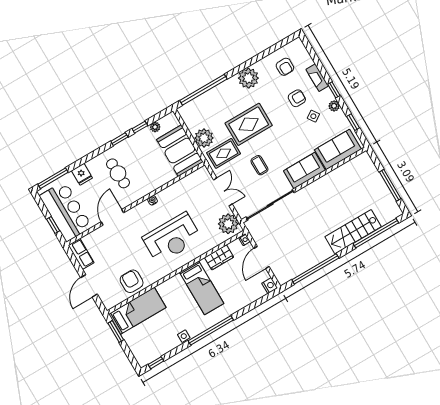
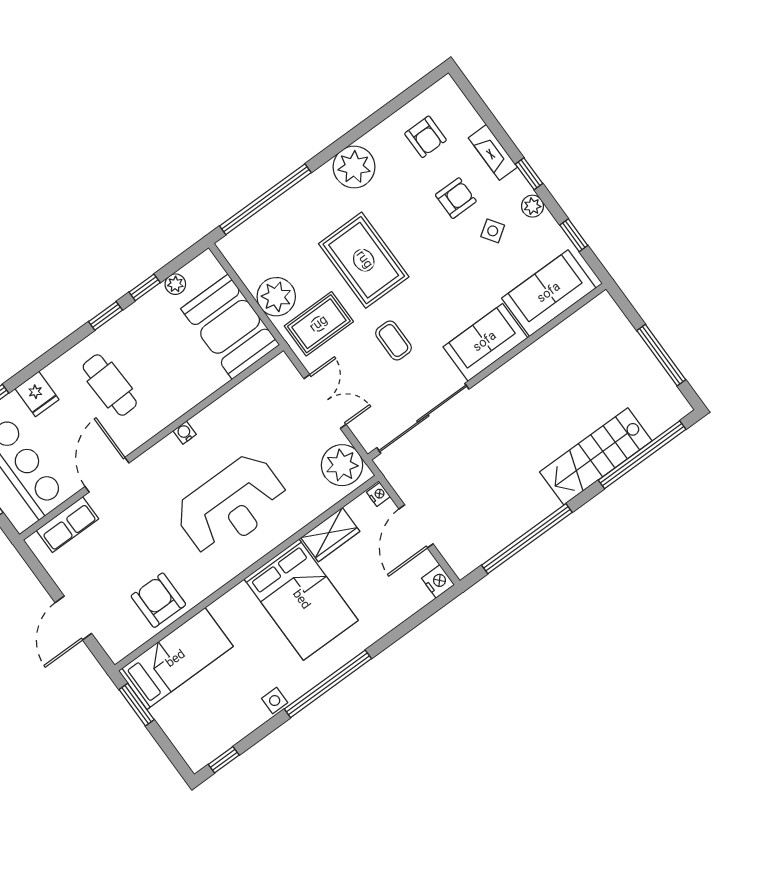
rug: (249, 124) -> (364, 260), turned 90
row of seats: (81, 254) -> (67, 525), moved, turned 90
bed: (202, 288) -> (301, 600), width x1.50

